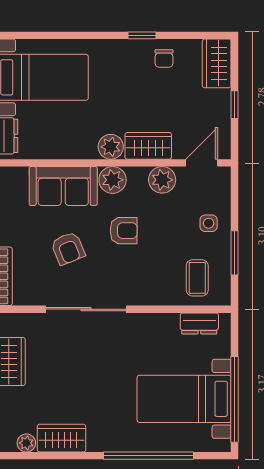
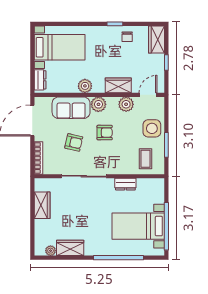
plant: (111, 147) -> (85, 86), moved
side table: (209, 223) -> (152, 128), width x1.87, depth x1.87
armchair: (68, 248) -> (74, 142), turned -55
dresser: (199, 323) -> (125, 184), moved

